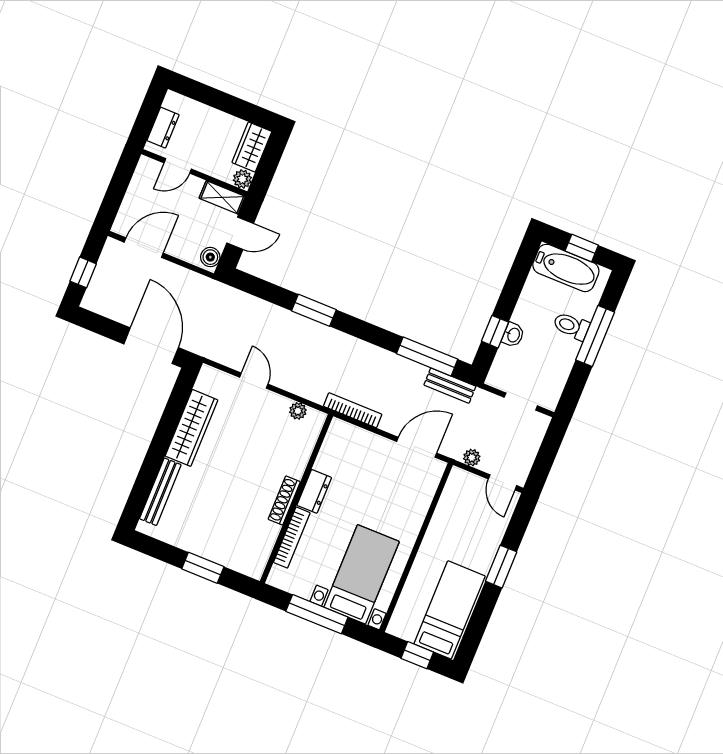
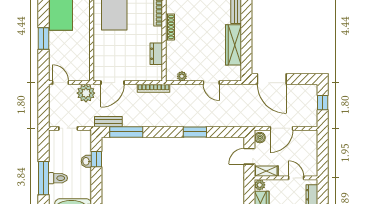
door: (178, 166) -> (296, 178), hinge flipped
door: (144, 248) -> (282, 128), moved
plant: (472, 458) -> (86, 93), width x1.88, depth x1.88
dresser: (314, 491) -> (156, 54), moved

